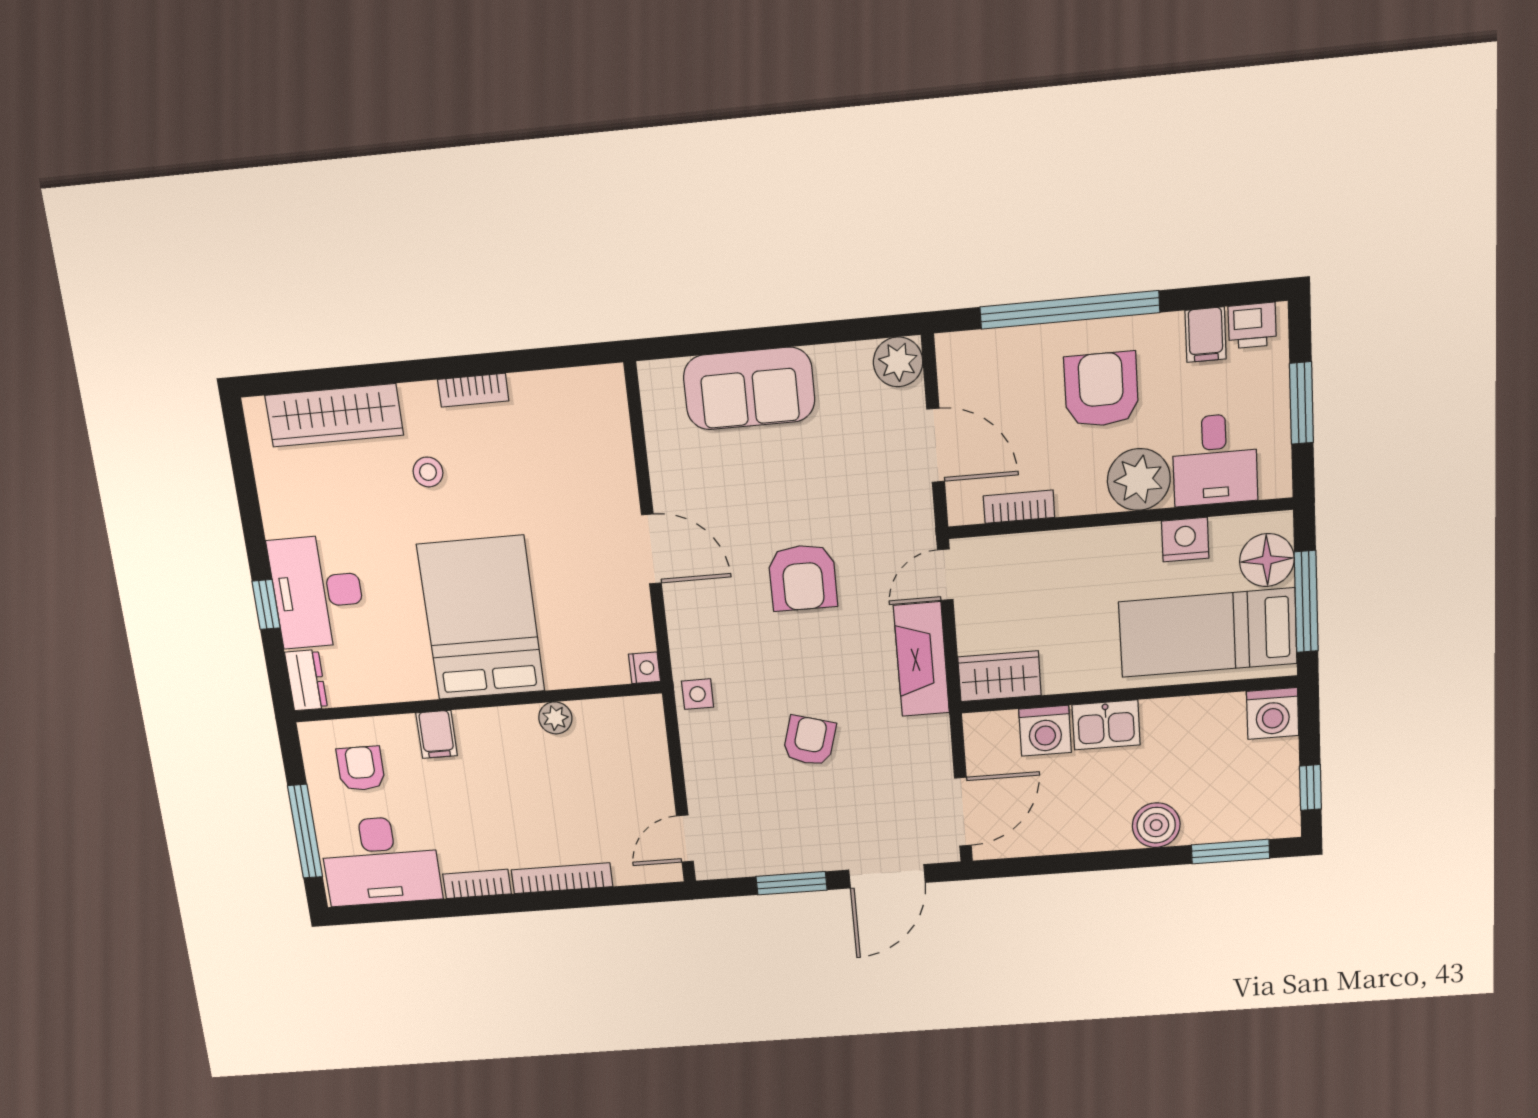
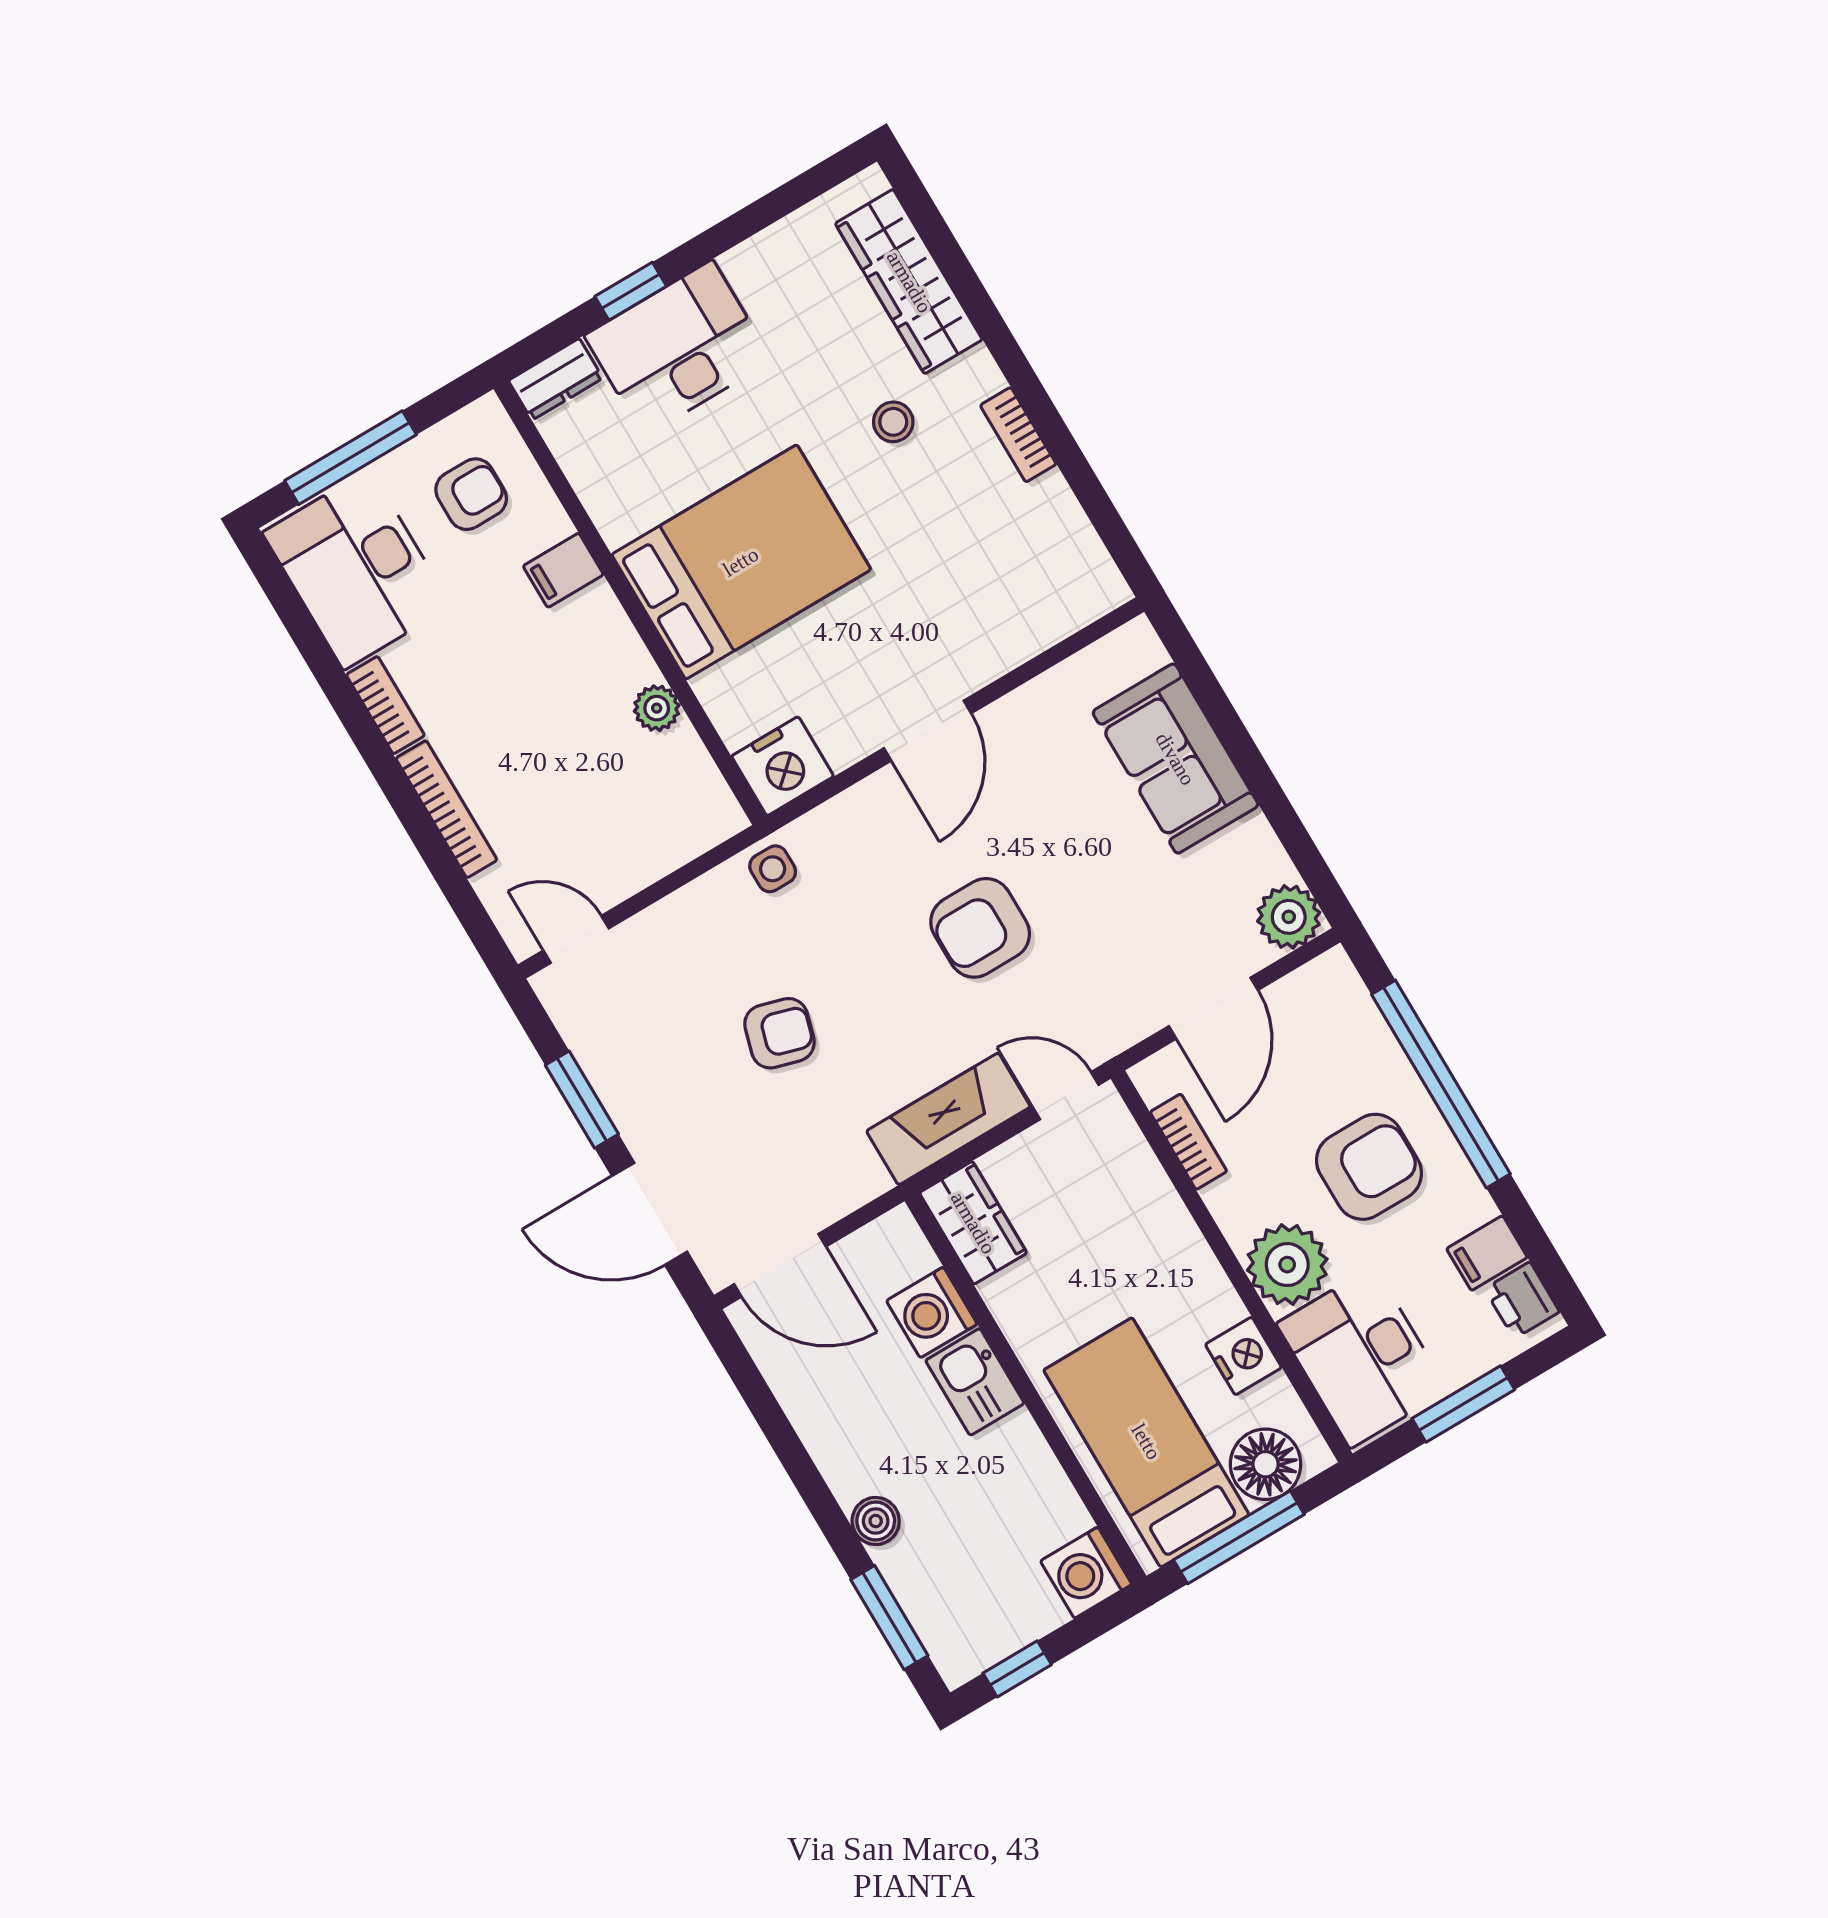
desk: (1215, 460) -> (1362, 1357), width x1.37
nightstand: (644, 668) -> (783, 766), width x1.89, depth x1.79
boiler: (1156, 825) -> (876, 1521), width x0.73, depth x0.73

